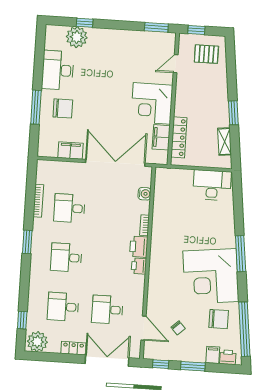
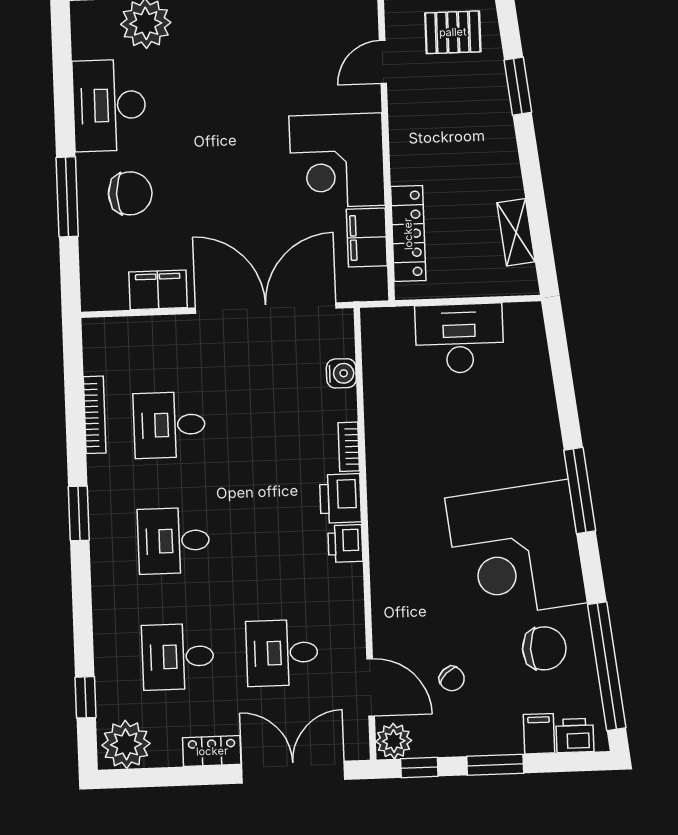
window: (233, 113) -> (518, 86), moved
desk: (212, 185) -> (459, 338), moved
plant: (151, 352) -> (394, 741), added

